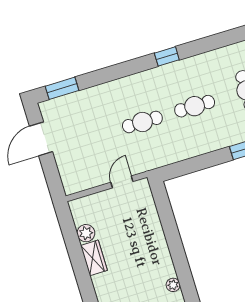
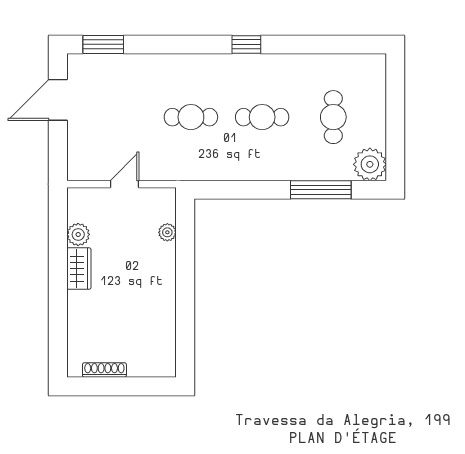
door: (122, 182) -> (124, 184), moved
plant: (173, 285) -> (167, 232), moved

